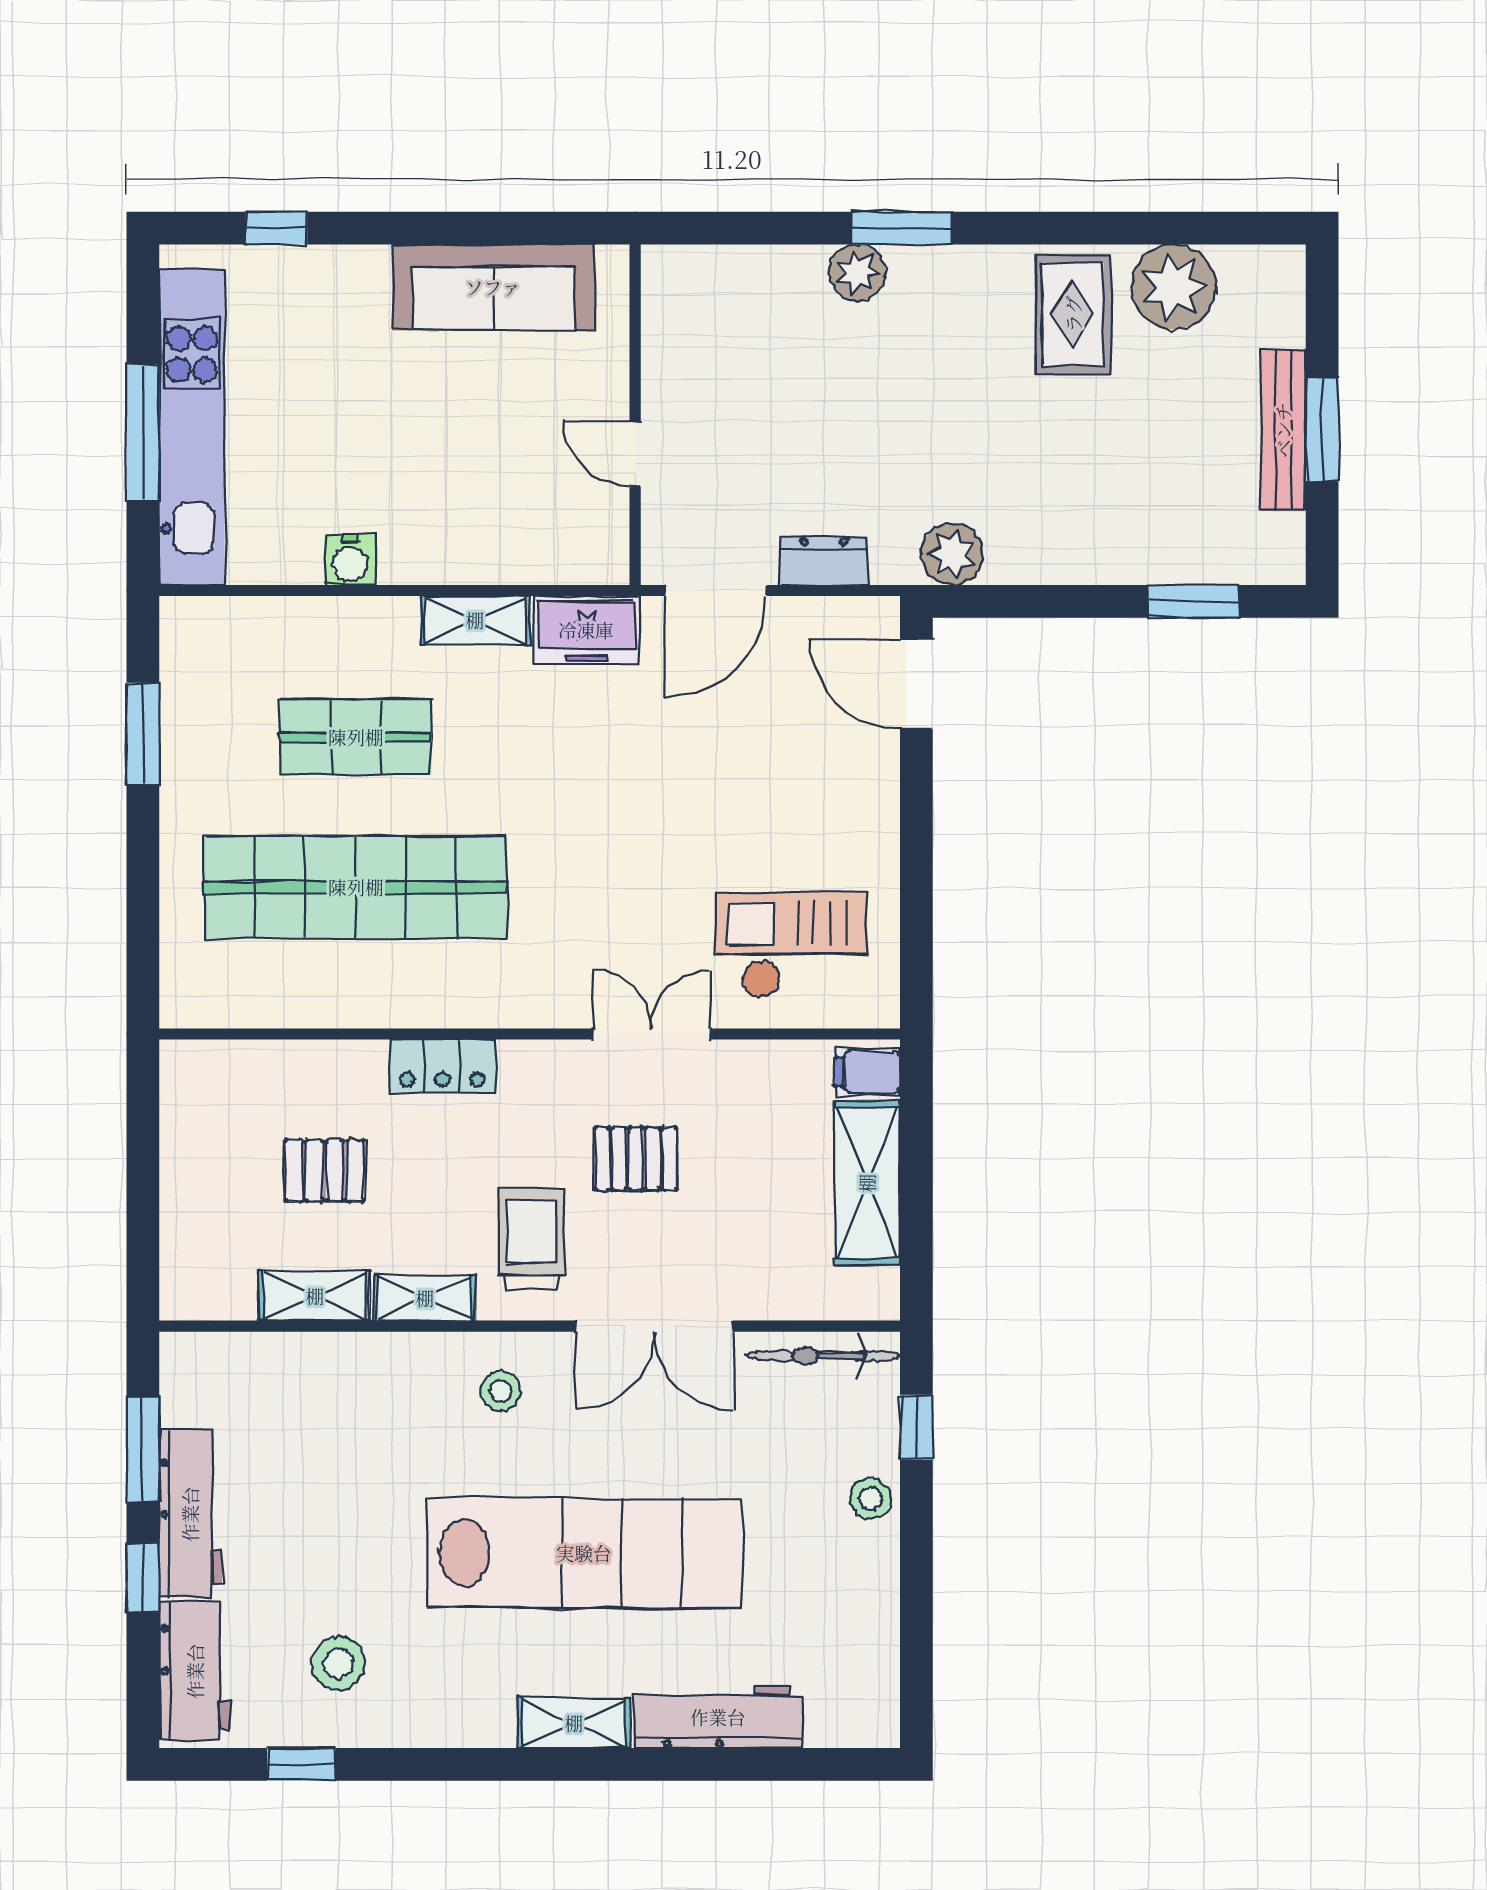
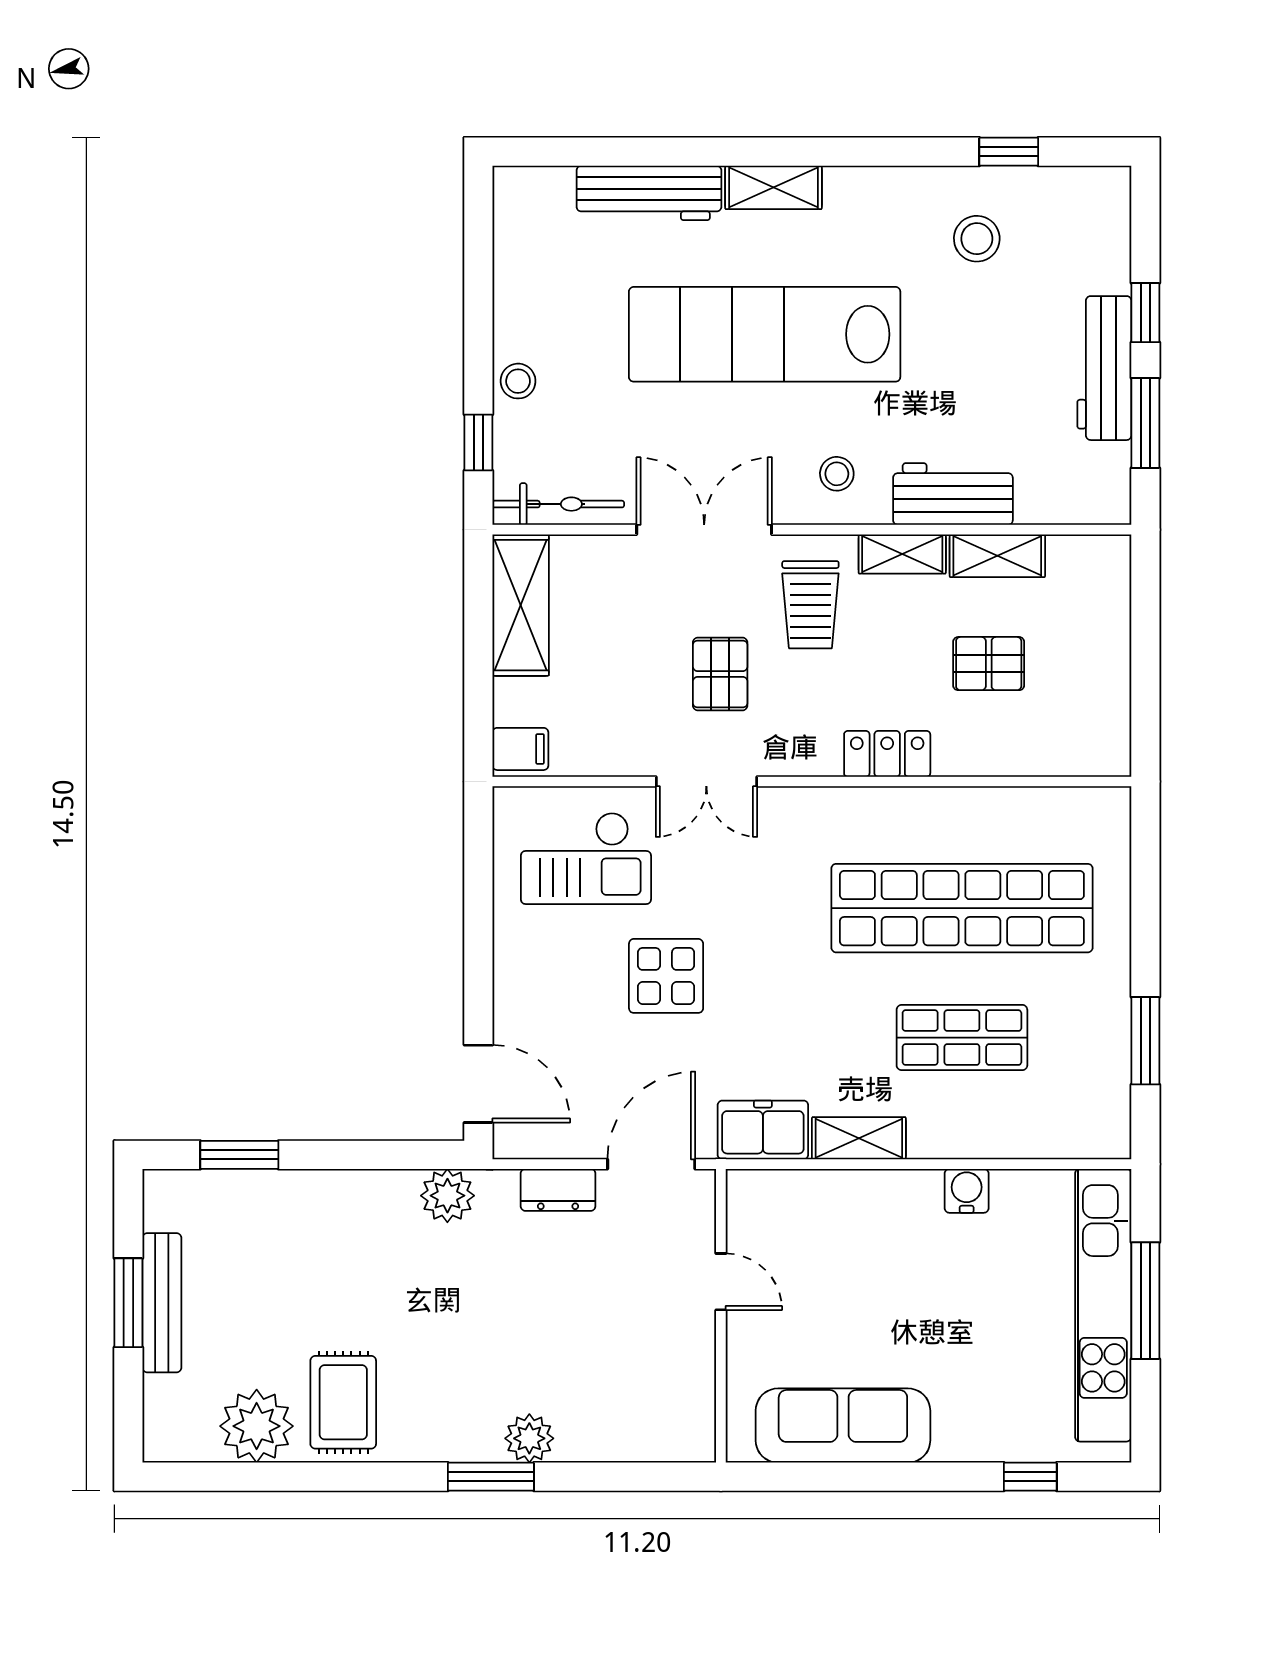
display table: (699, 809) -> (666, 976), added
pallet: (636, 1159) -> (720, 674), turned 90
shelving: (867, 1183) -> (521, 605), moved
workbench: (195, 1671) -> (953, 494), moved, turned 90

